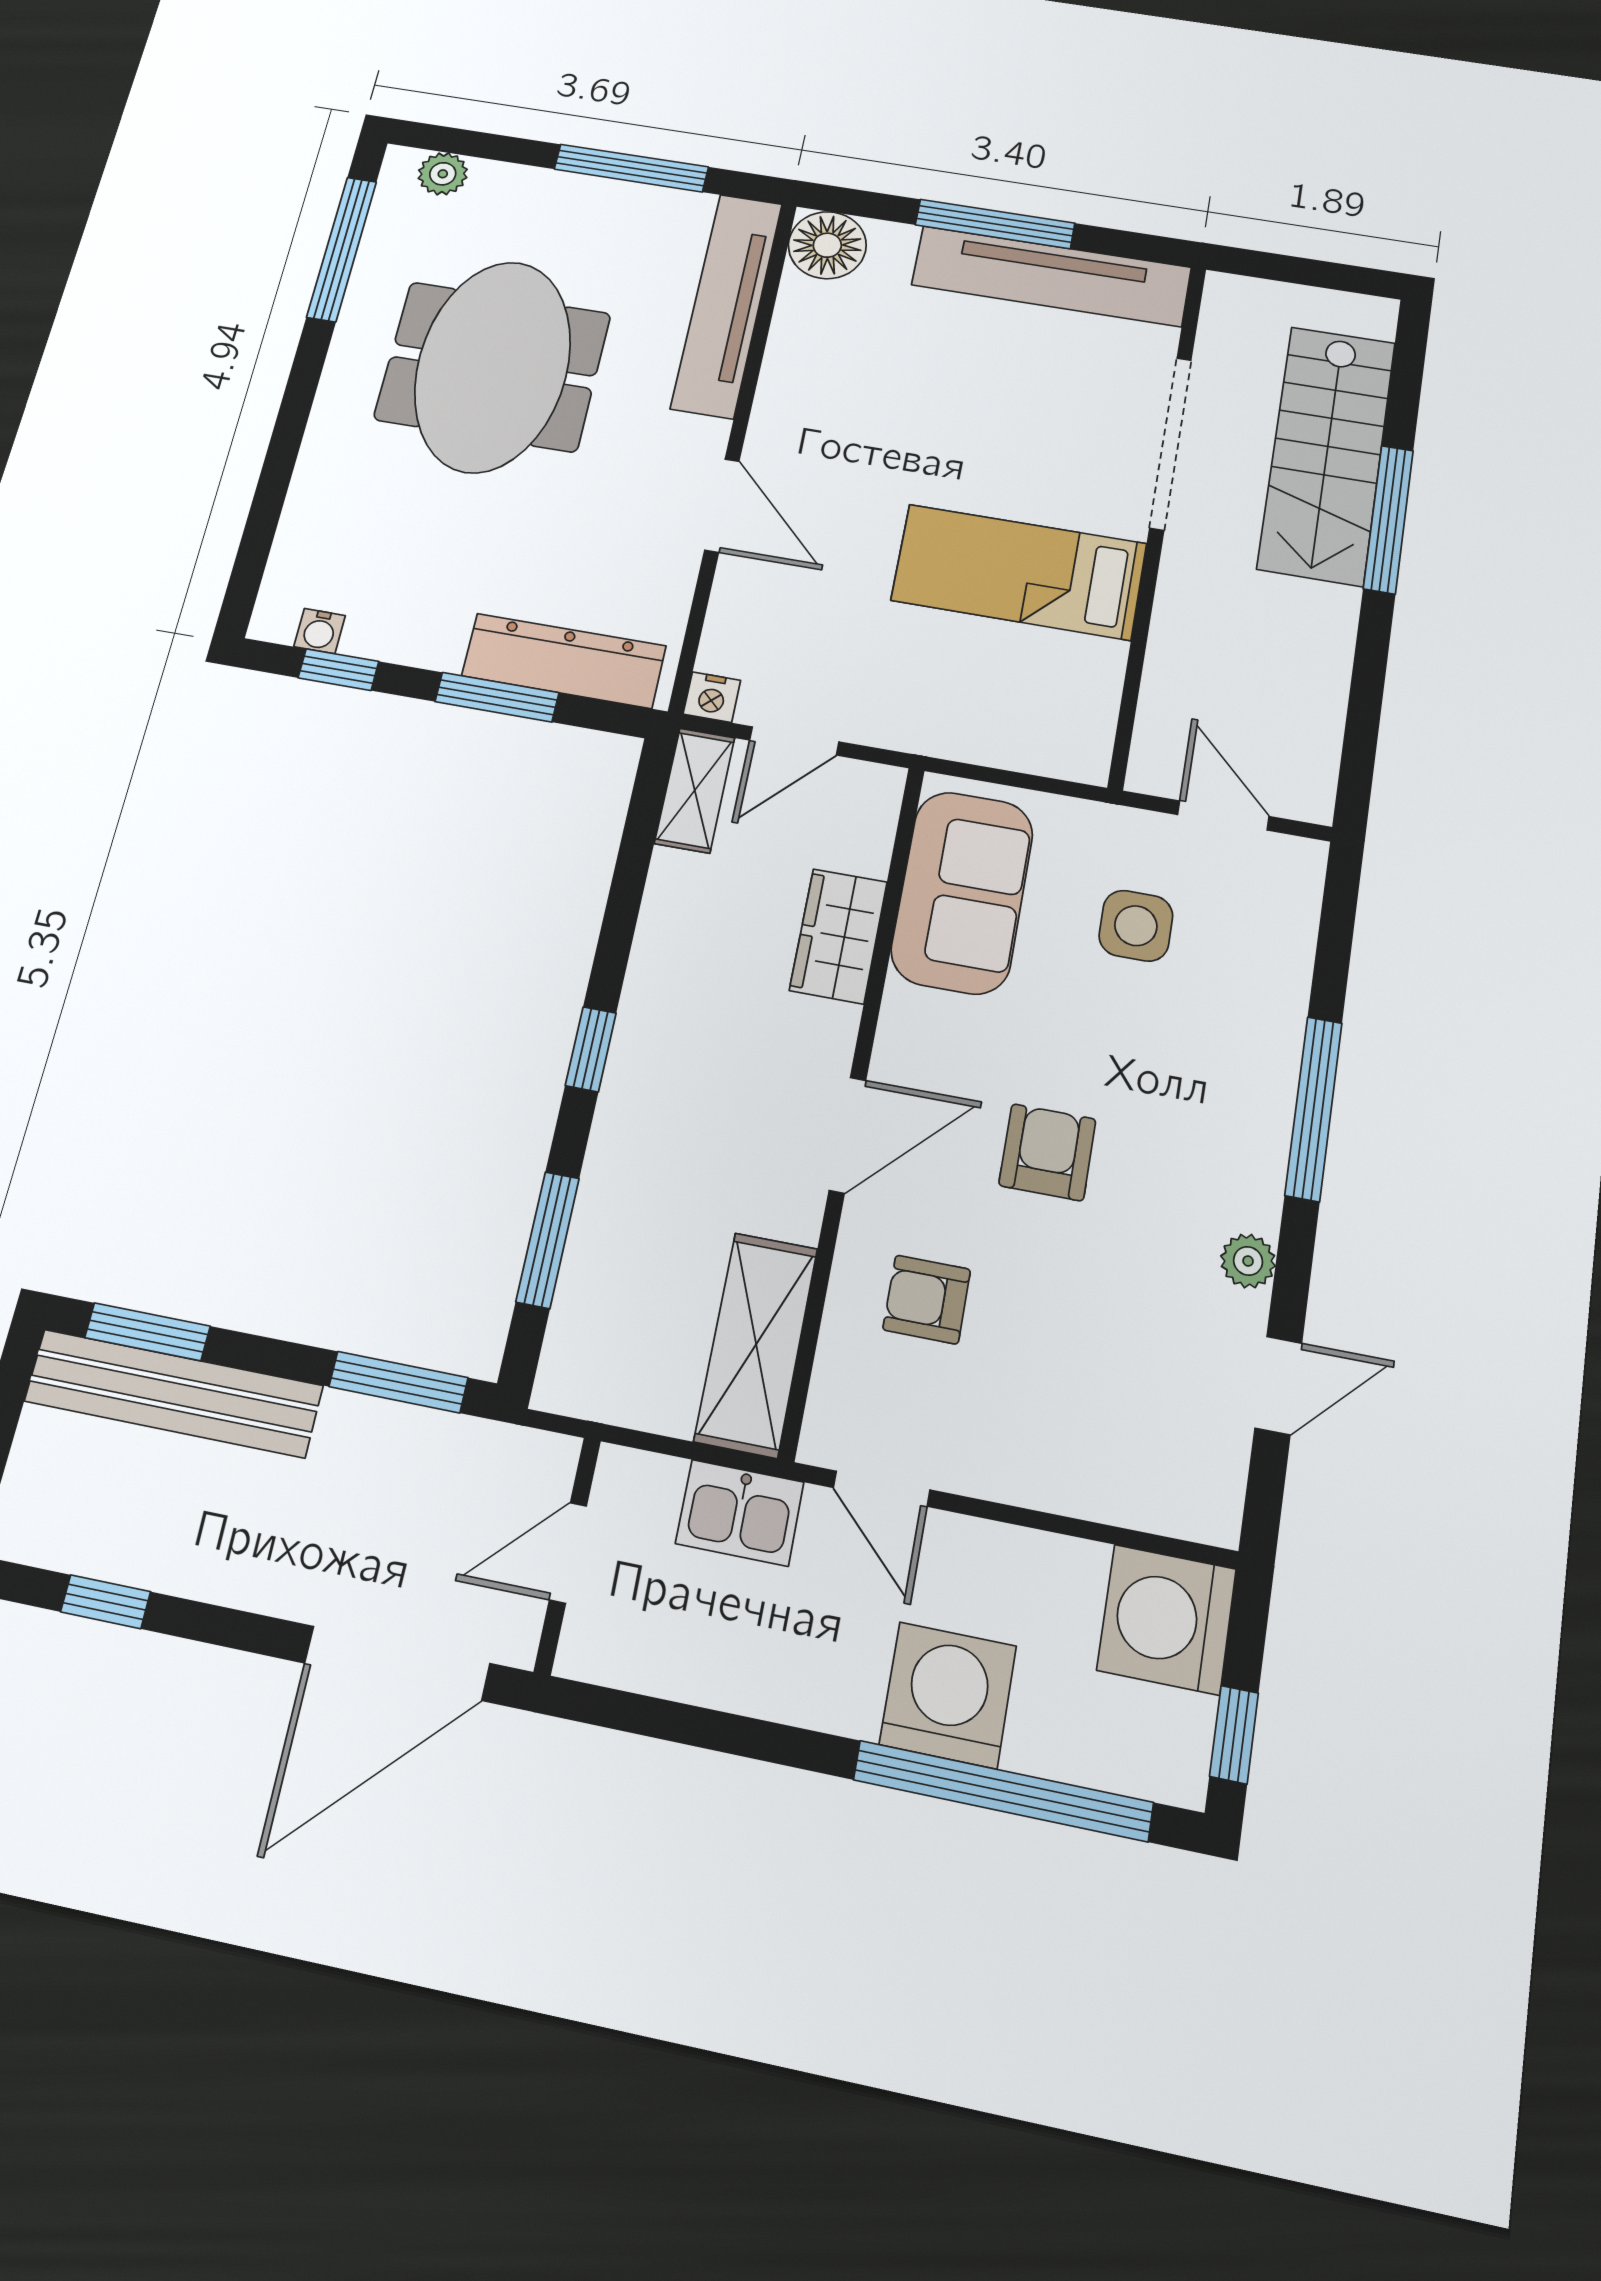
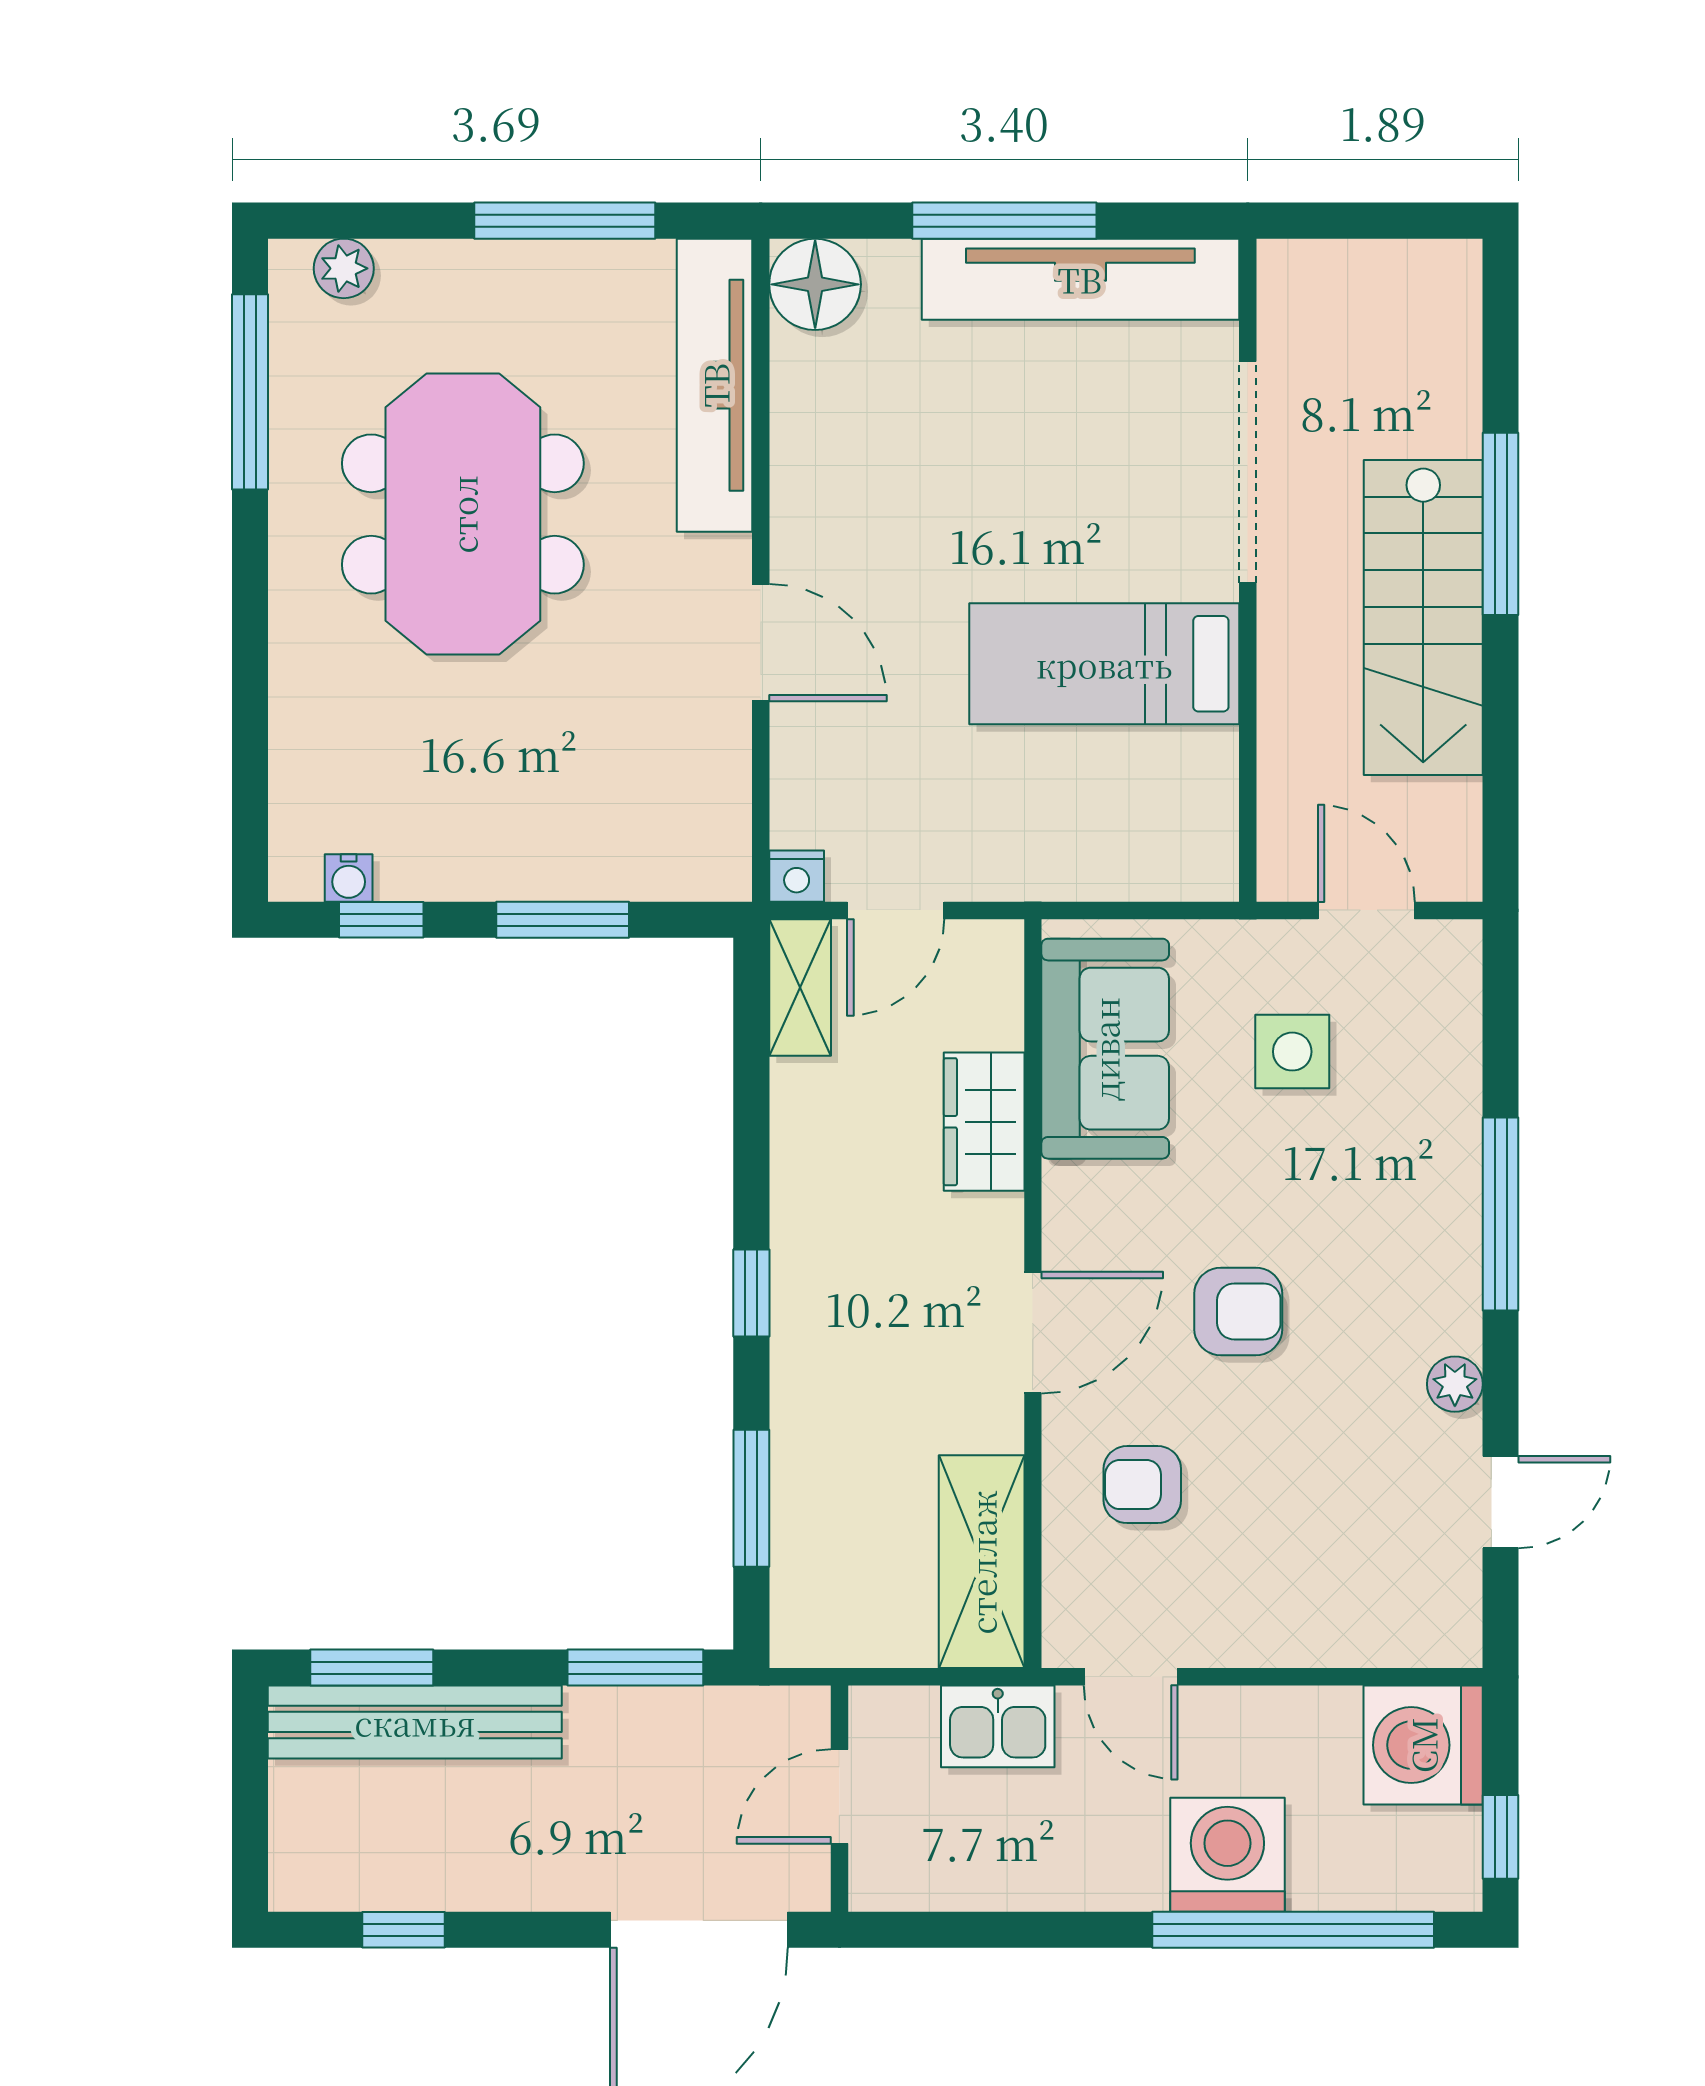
stairs: (1327, 455) -> (1423, 617), moved
dresser: (564, 661) -> (626, 863), removed
armchair: (1047, 1152) -> (1238, 1311), turned 90

